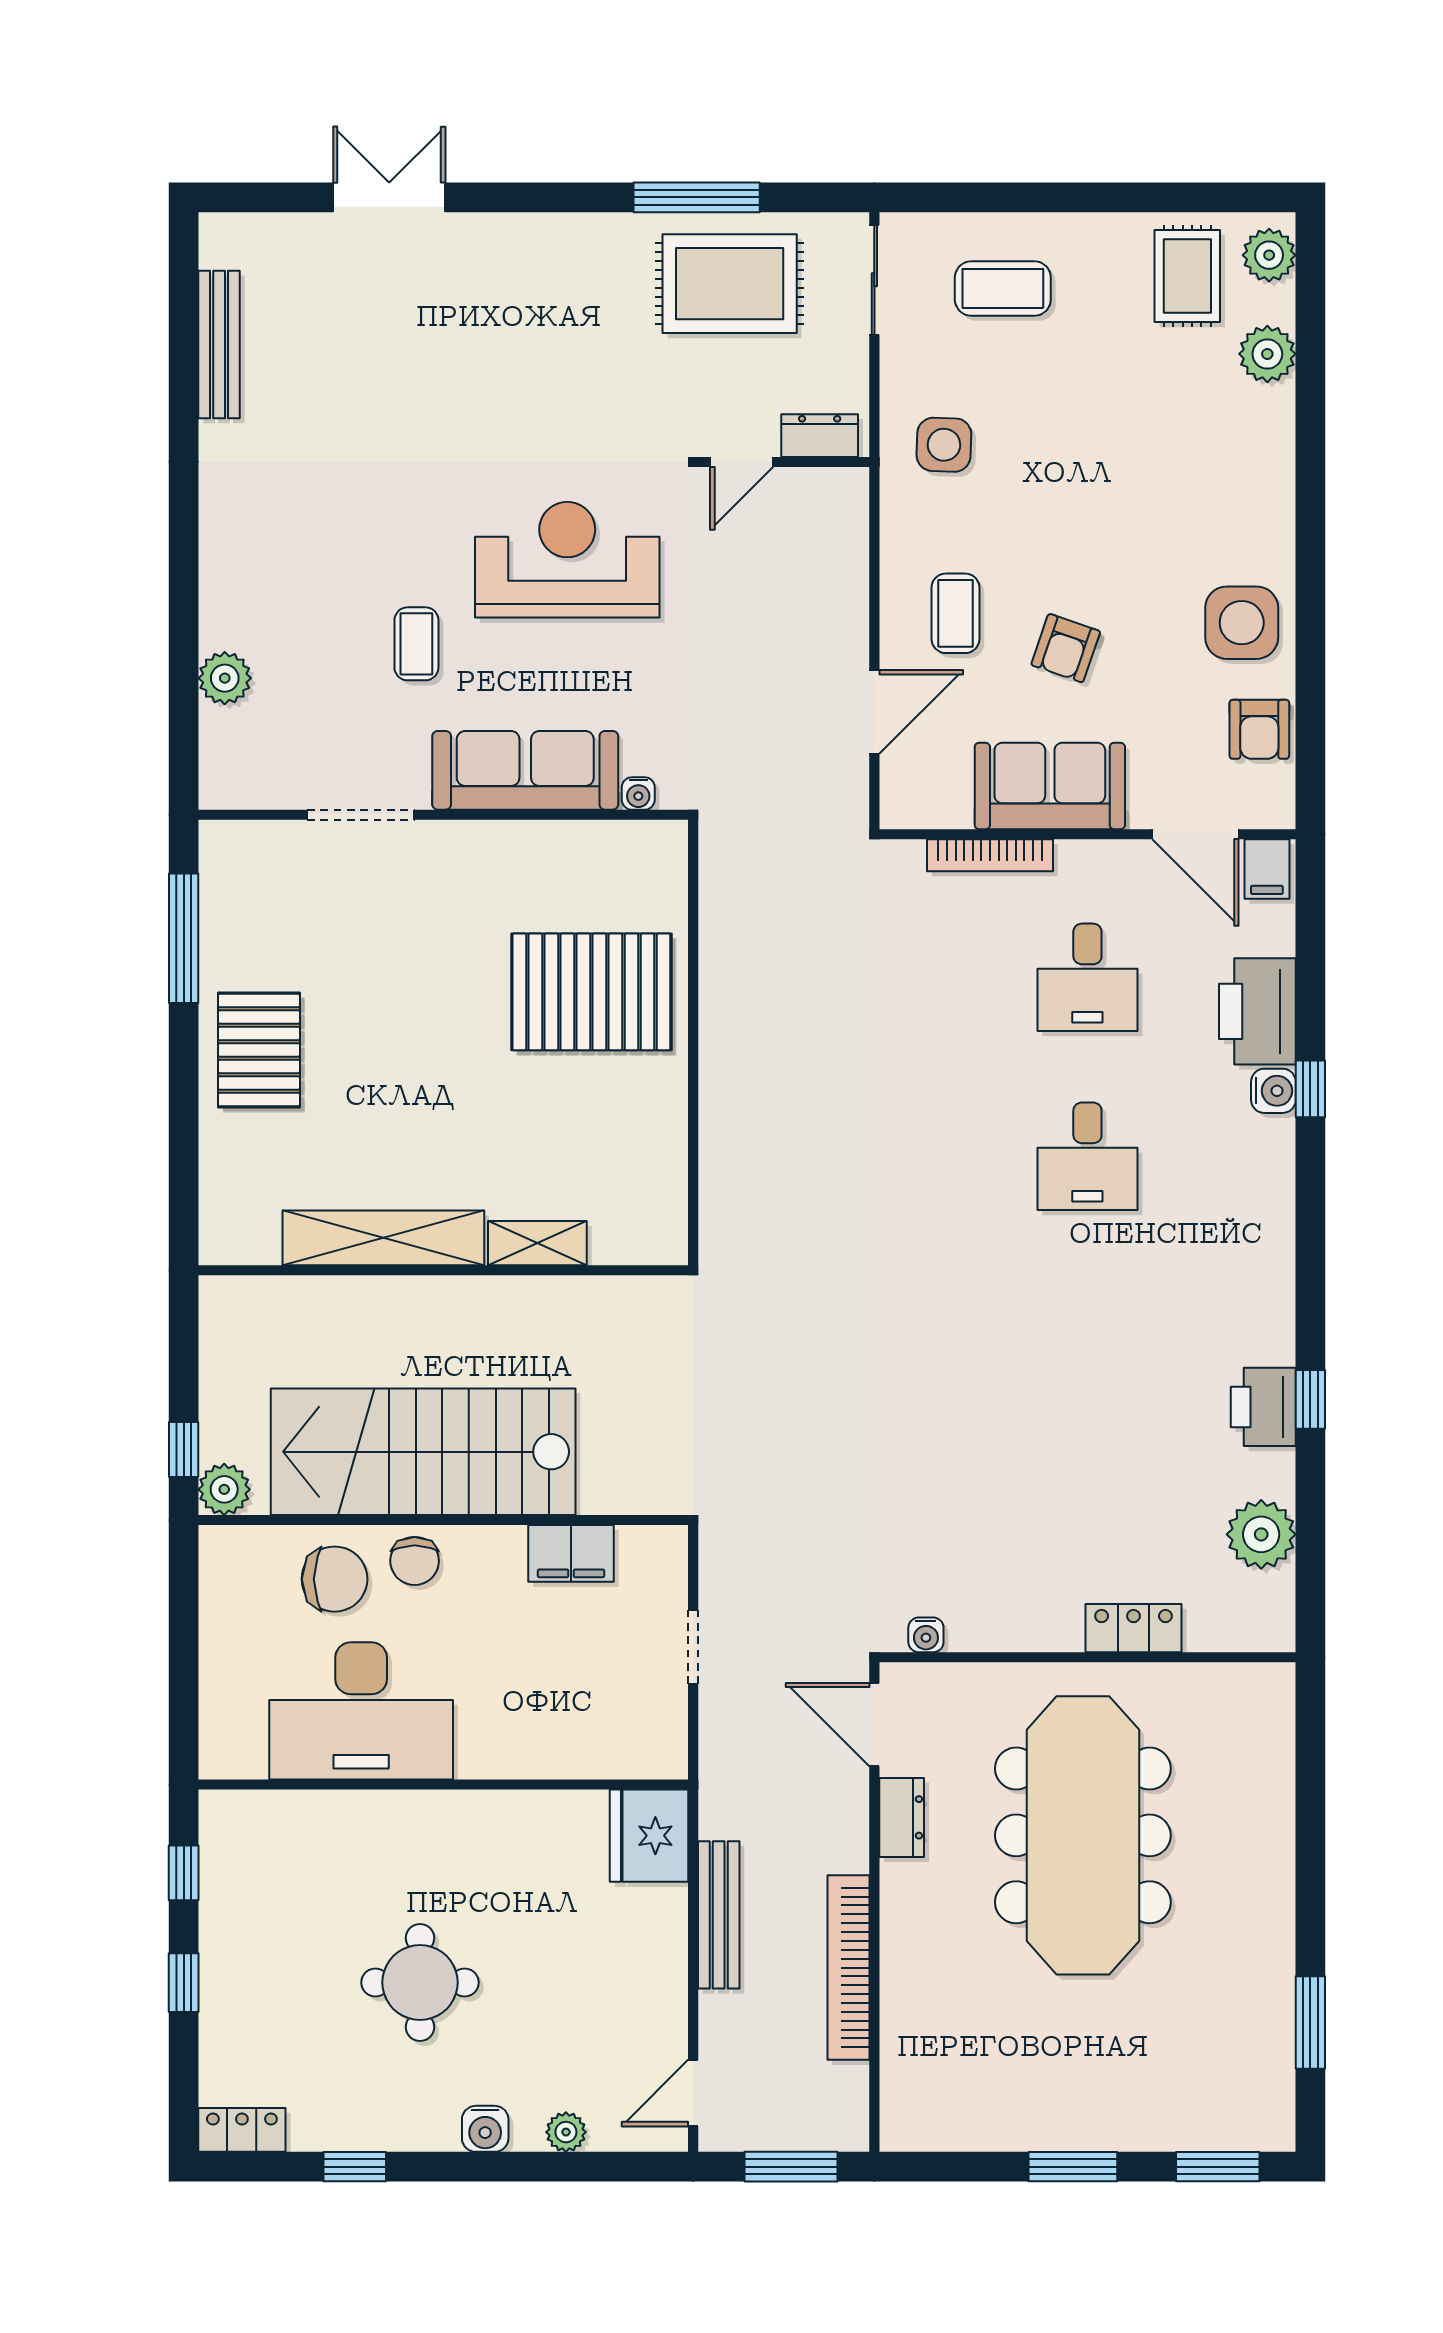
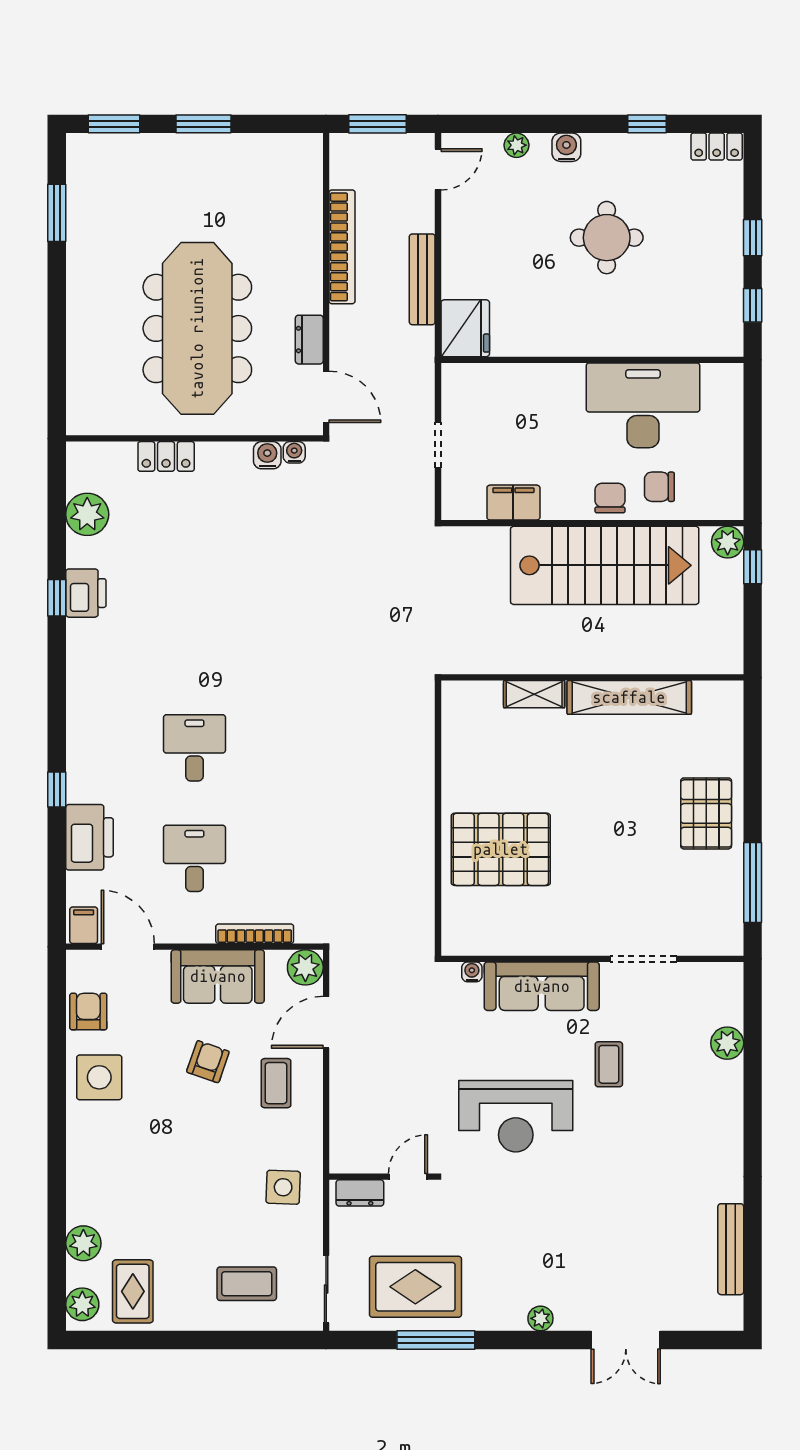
plant: (527, 232) -> (540, 1318), added
plant: (908, 801) -> (305, 967), added
water cooler: (1273, 1091) -> (267, 455), moved, turned 90
chair: (335, 1579) -> (659, 487), width x0.73, depth x0.73

